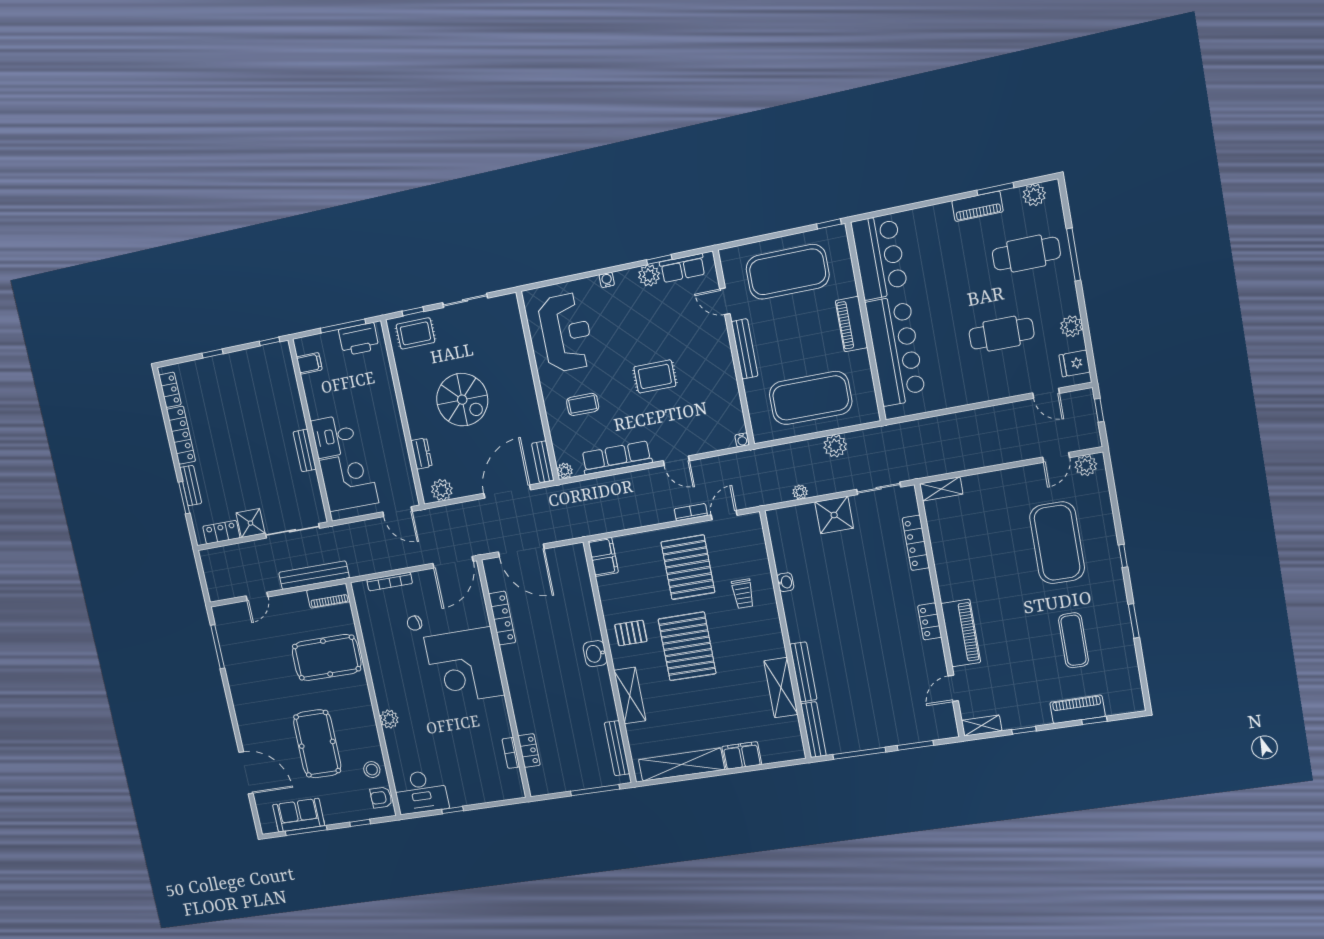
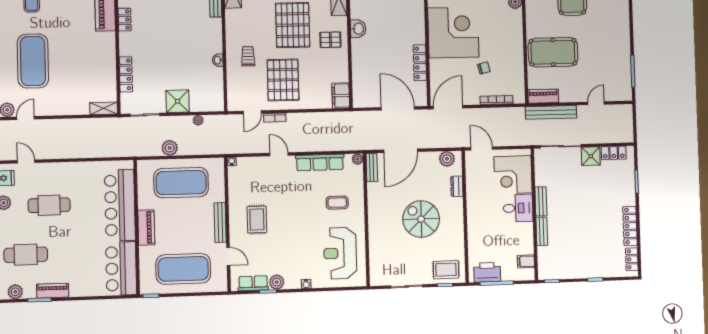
rug: (655, 376) -> (257, 219), moved, turned 90
bench: (191, 486) -> (542, 231), moved

